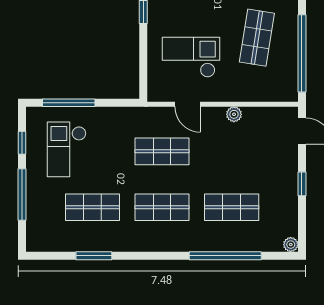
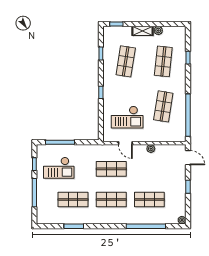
checkout: (191, 57) -> (127, 117), turned 180
checkout: (67, 149) -> (59, 168), turned -90

